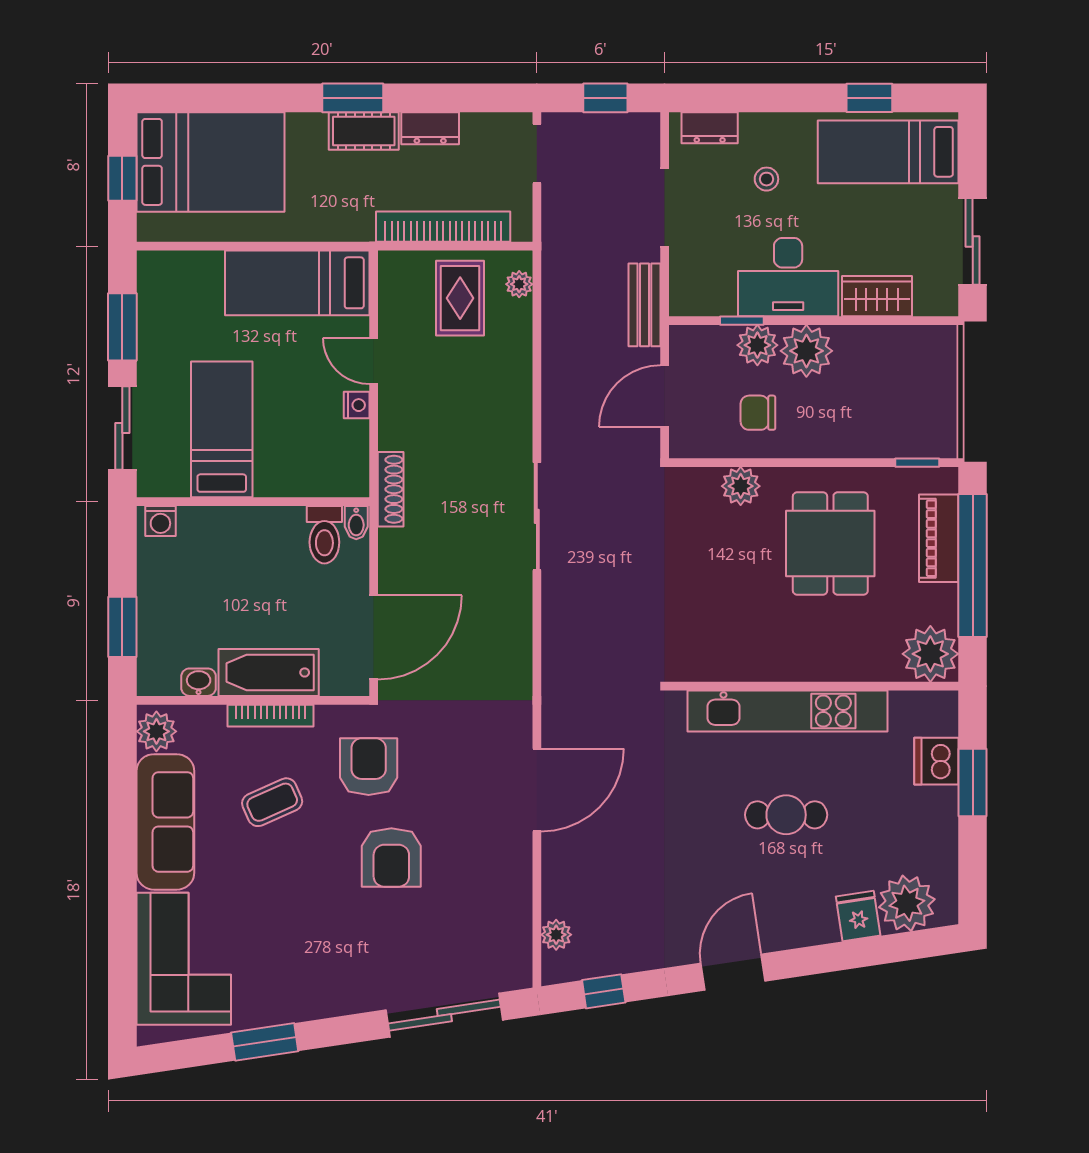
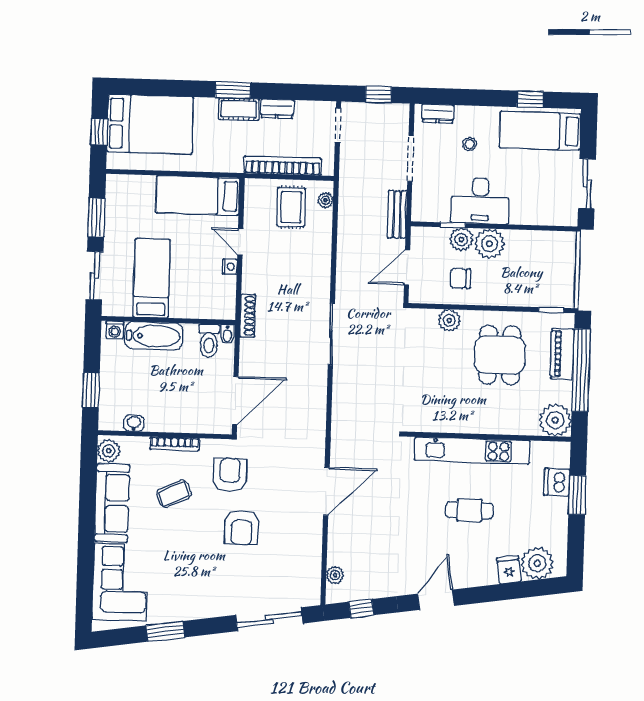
wardrobe: (877, 296) -> (531, 213), removed
bathtub: (269, 672) -> (154, 336), moved, turned 180

